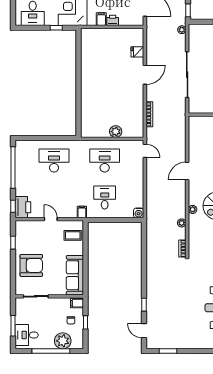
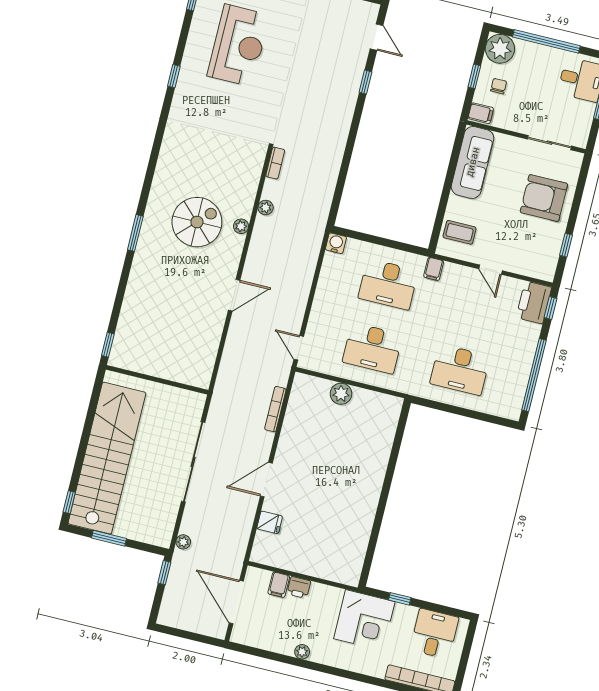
filing cabinet: (101, 19) -> (279, 585), moved
desk: (105, 198) -> (388, 284), width x1.37
plant: (63, 341) -> (500, 49), moved

